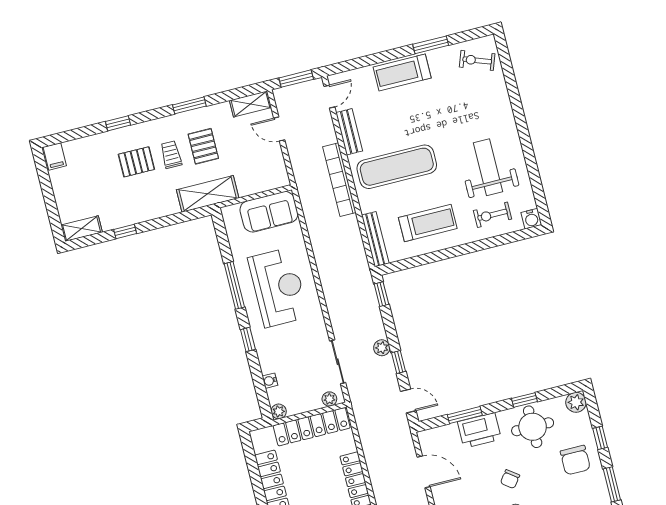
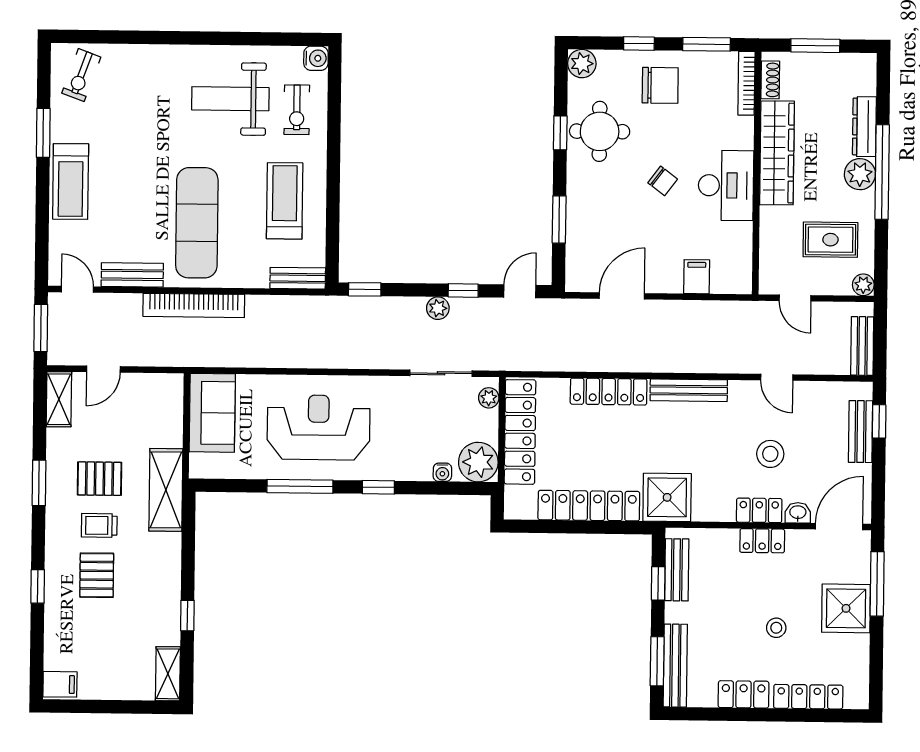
bench: (375, 239) -> (298, 278), width x0.73
plant: (279, 411) -> (478, 462), width x1.88, depth x1.88
printer: (479, 430) -> (585, 205), removed

